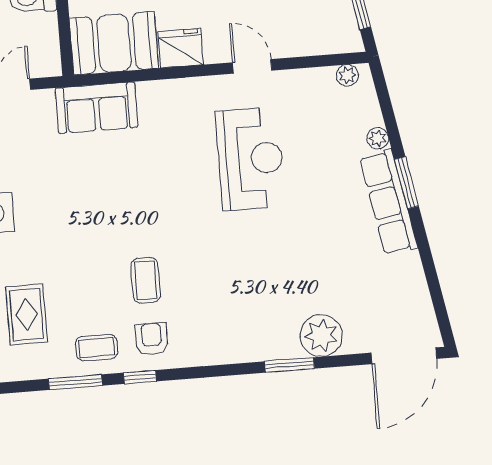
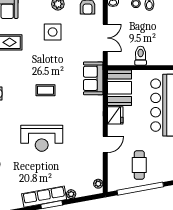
reception desk: (250, 159) -> (42, 138), moved
coffee table: (146, 280) -> (46, 90), moved

